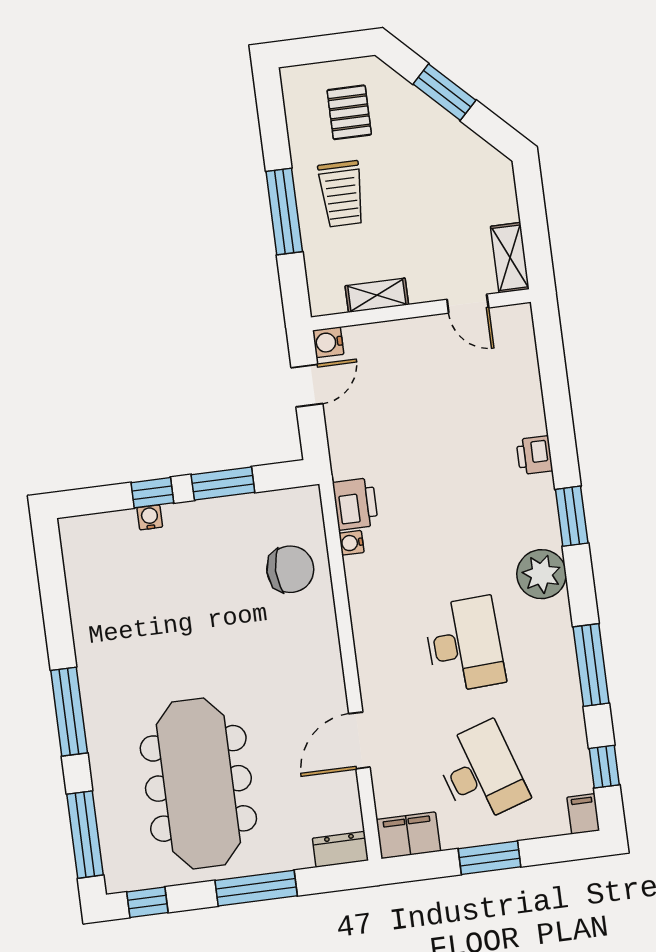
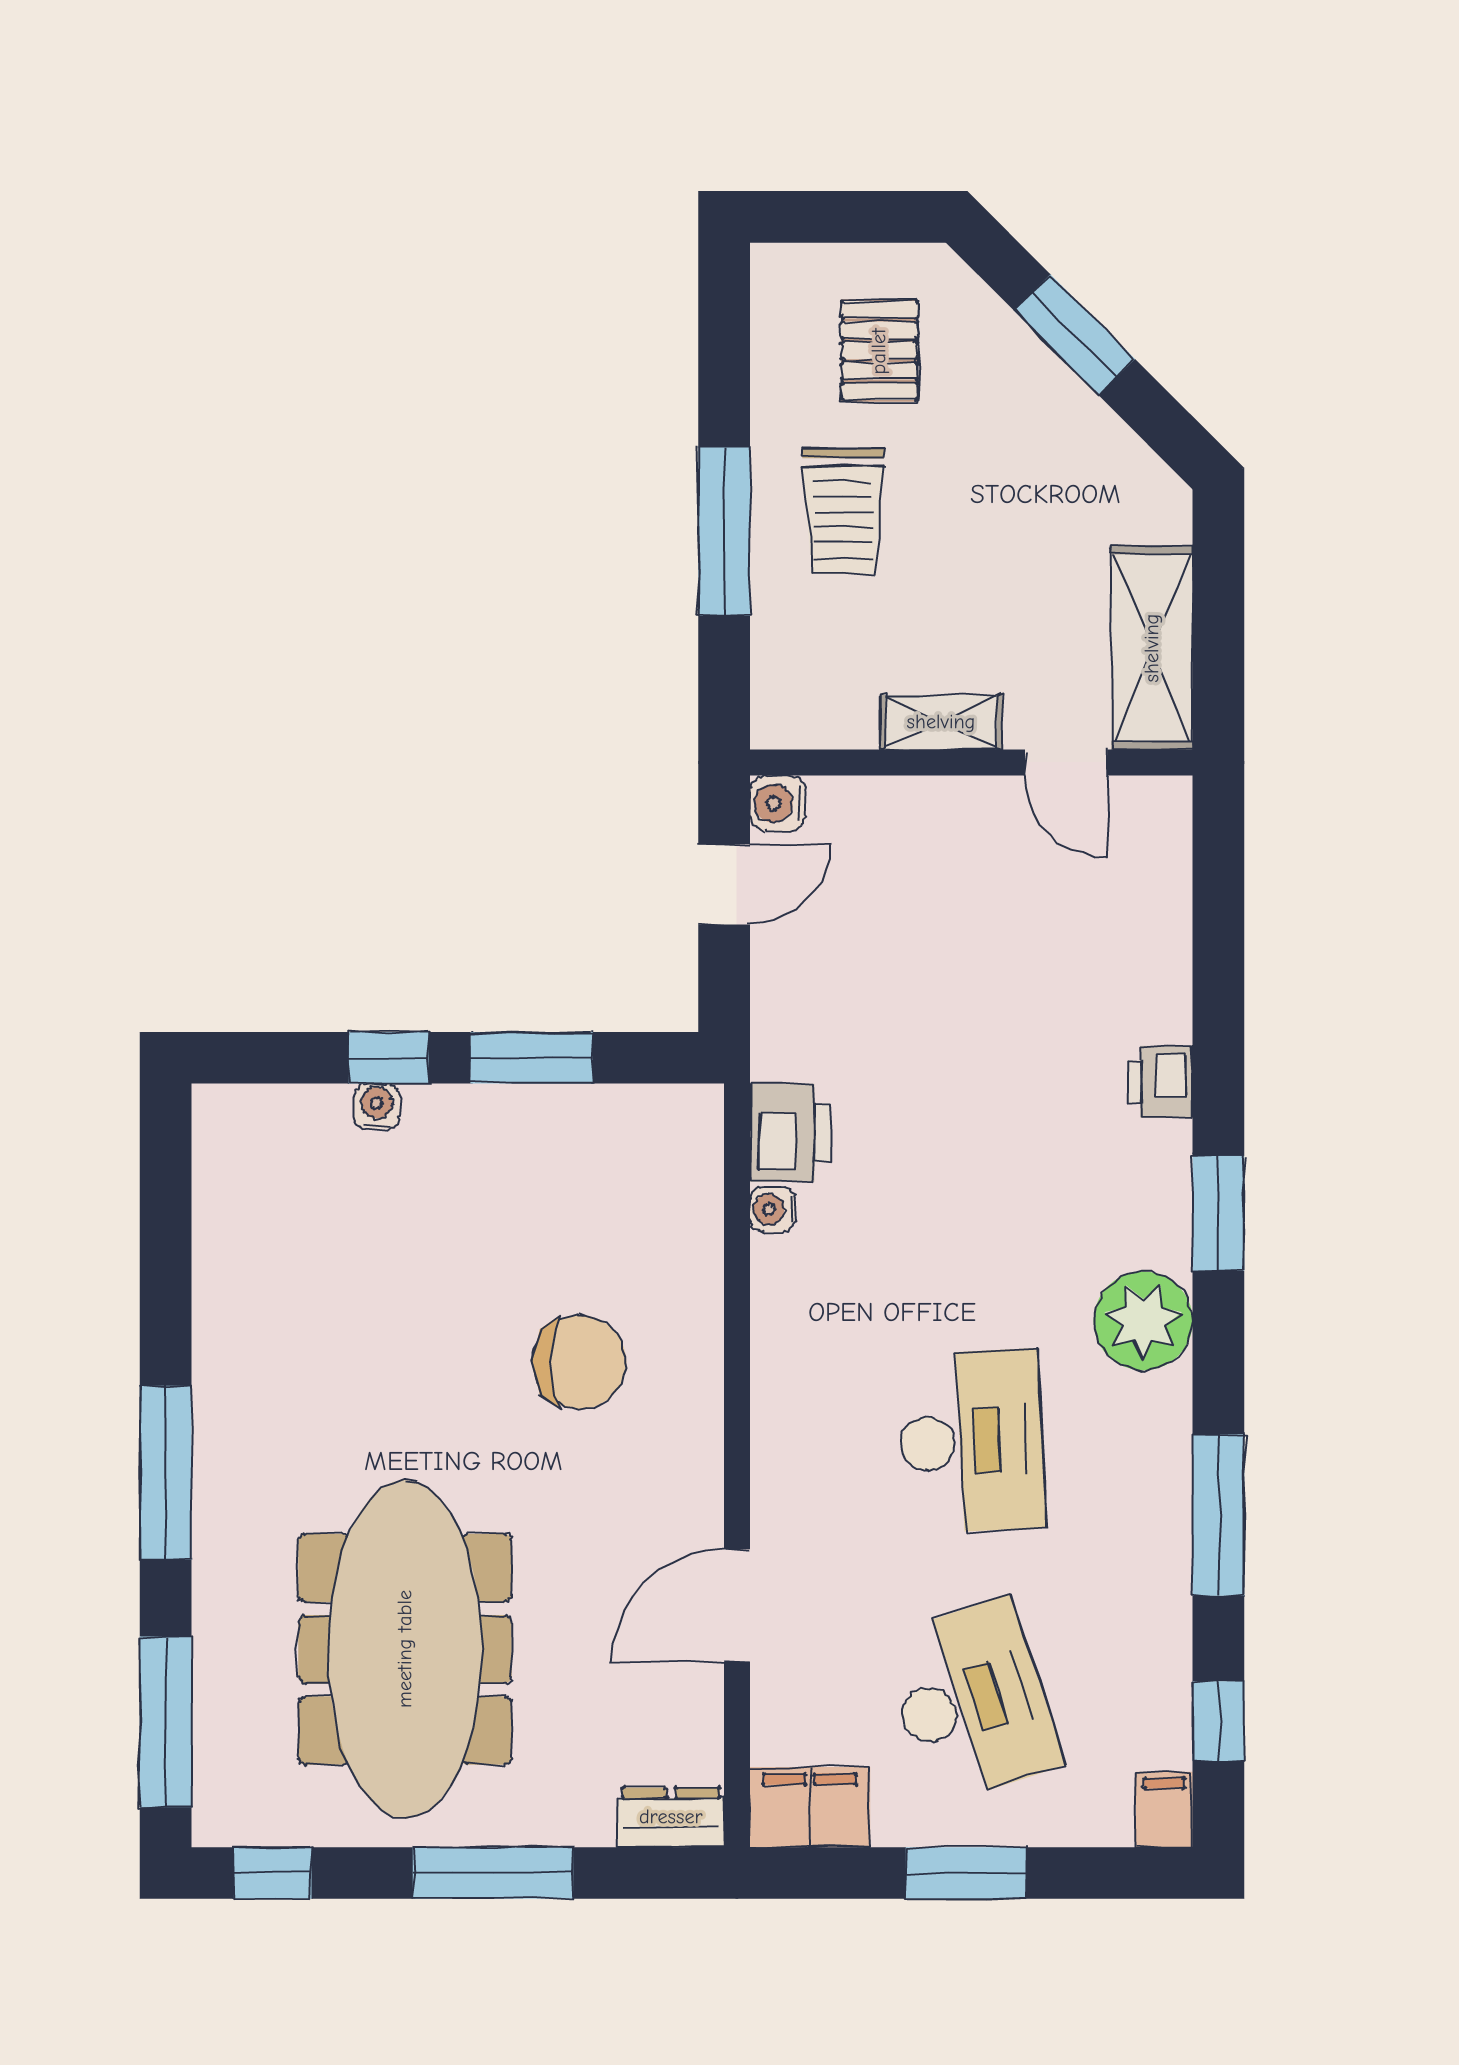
shelving: (510, 258) -> (1152, 648), width x1.50, depth x1.33
shelving: (377, 295) -> (941, 722), moved
chair: (290, 569) -> (579, 1362), moved

